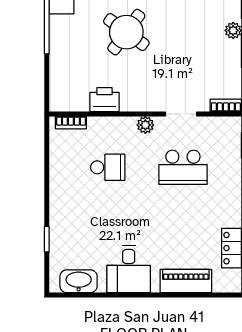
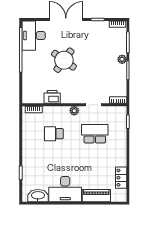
school desk: (108, 167) -> (54, 134), turned 180
school desk: (183, 167) -> (95, 134), turned 180
desk: (129, 269) -> (65, 189), width x1.37

